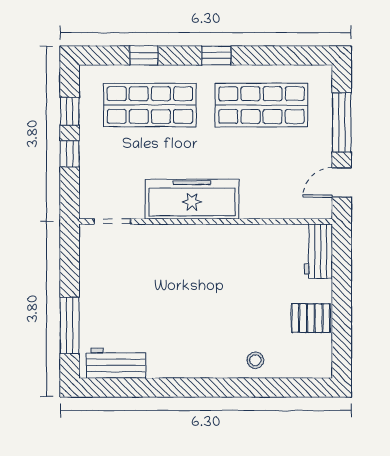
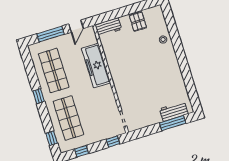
window: (144, 56) -> (52, 138), moved
window: (70, 154) -> (113, 142), moved
door: (342, 182) -> (76, 26), hinge flipped
freezer: (192, 199) -> (96, 65), moved
workbench: (116, 363) -> (174, 111), moved, turned 90

